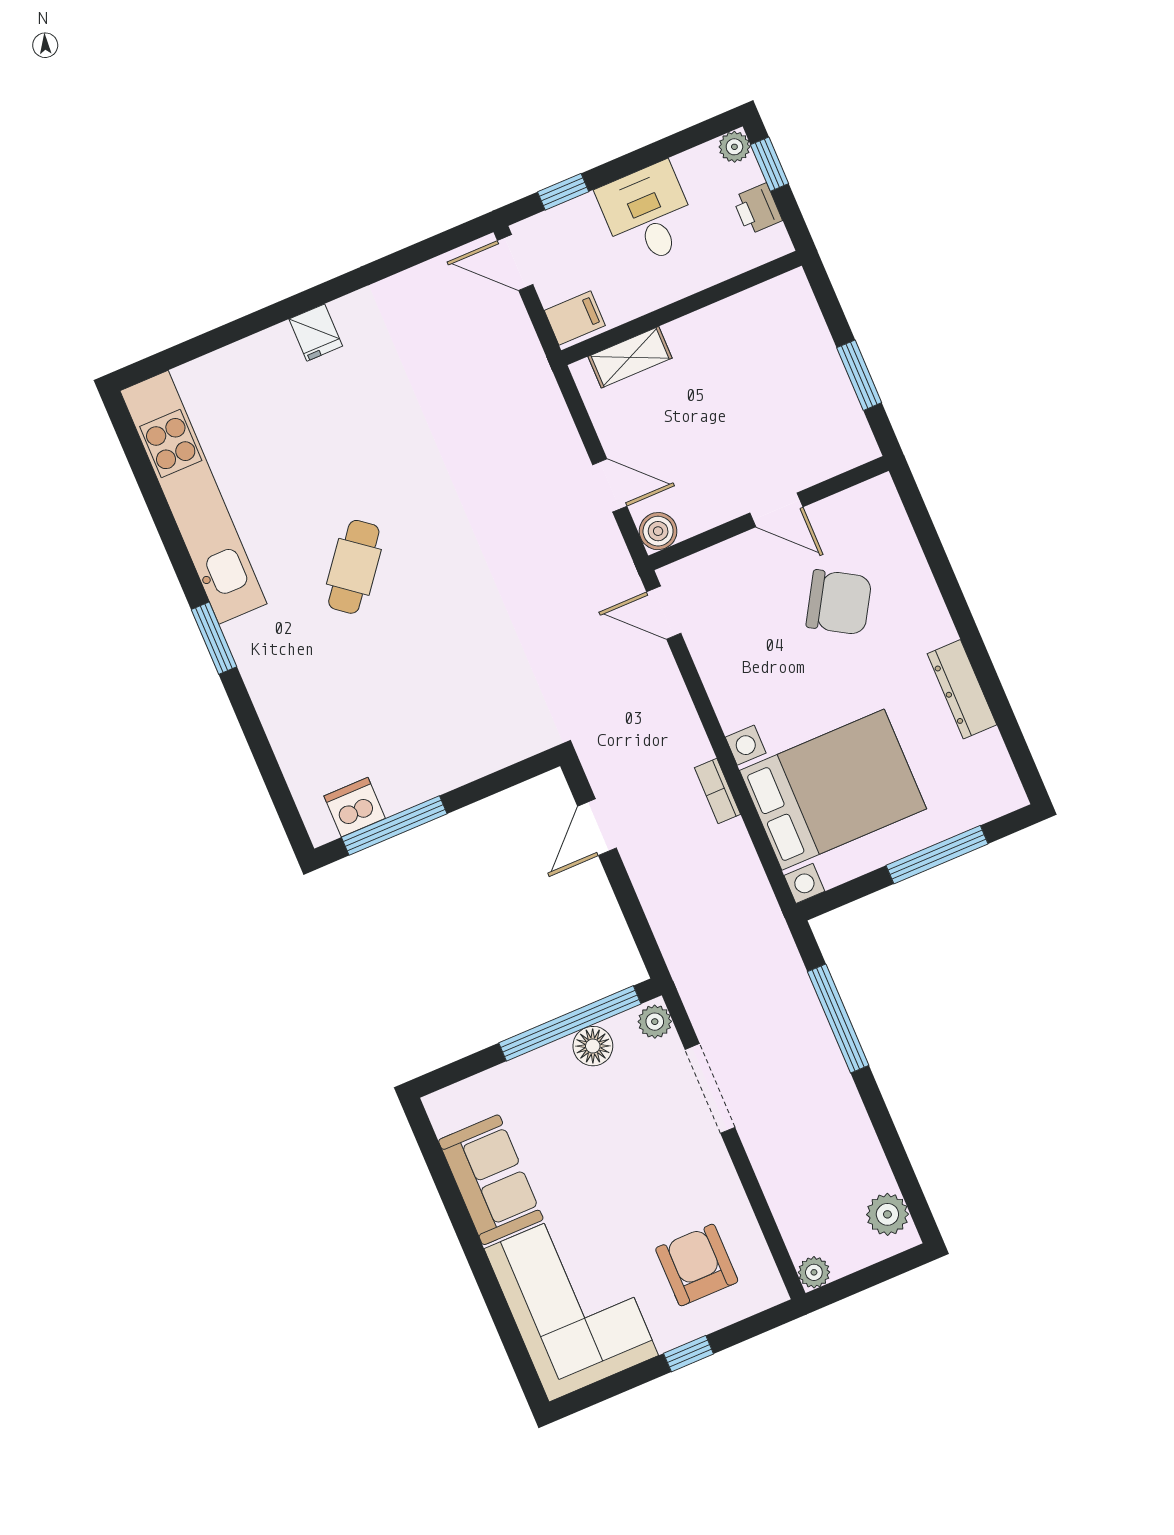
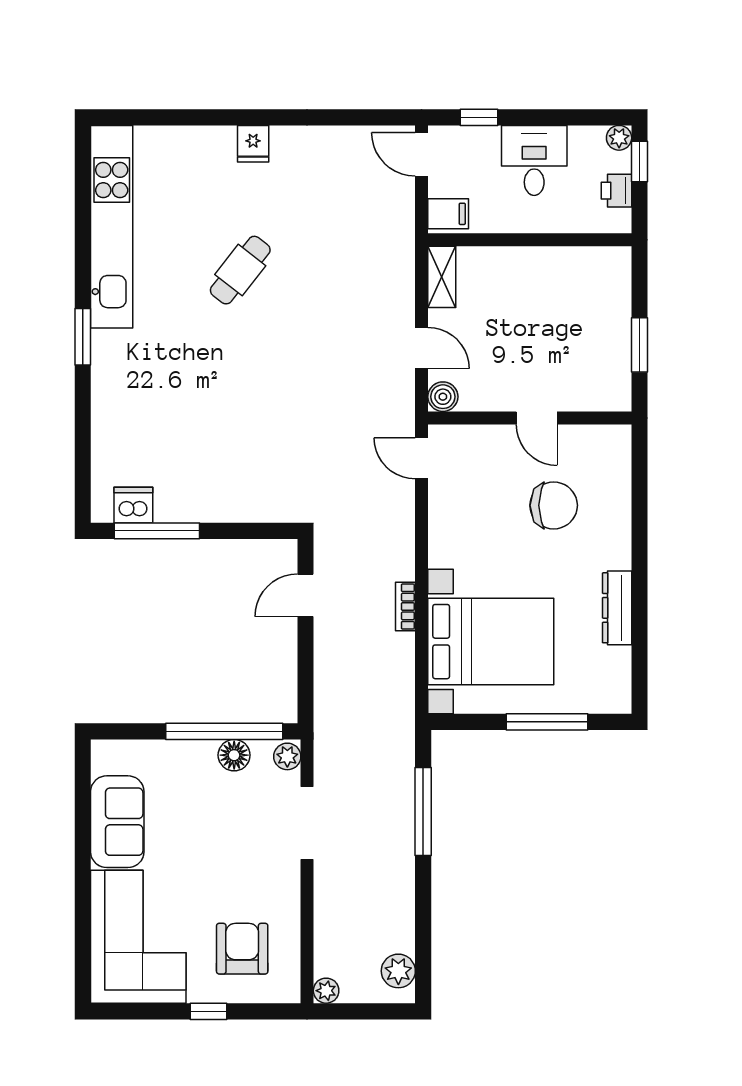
shelving: (630, 357) -> (442, 277), moved, turned 90
cafe table: (354, 567) -> (240, 270), moved
chair: (839, 602) -> (554, 505), turned -31

